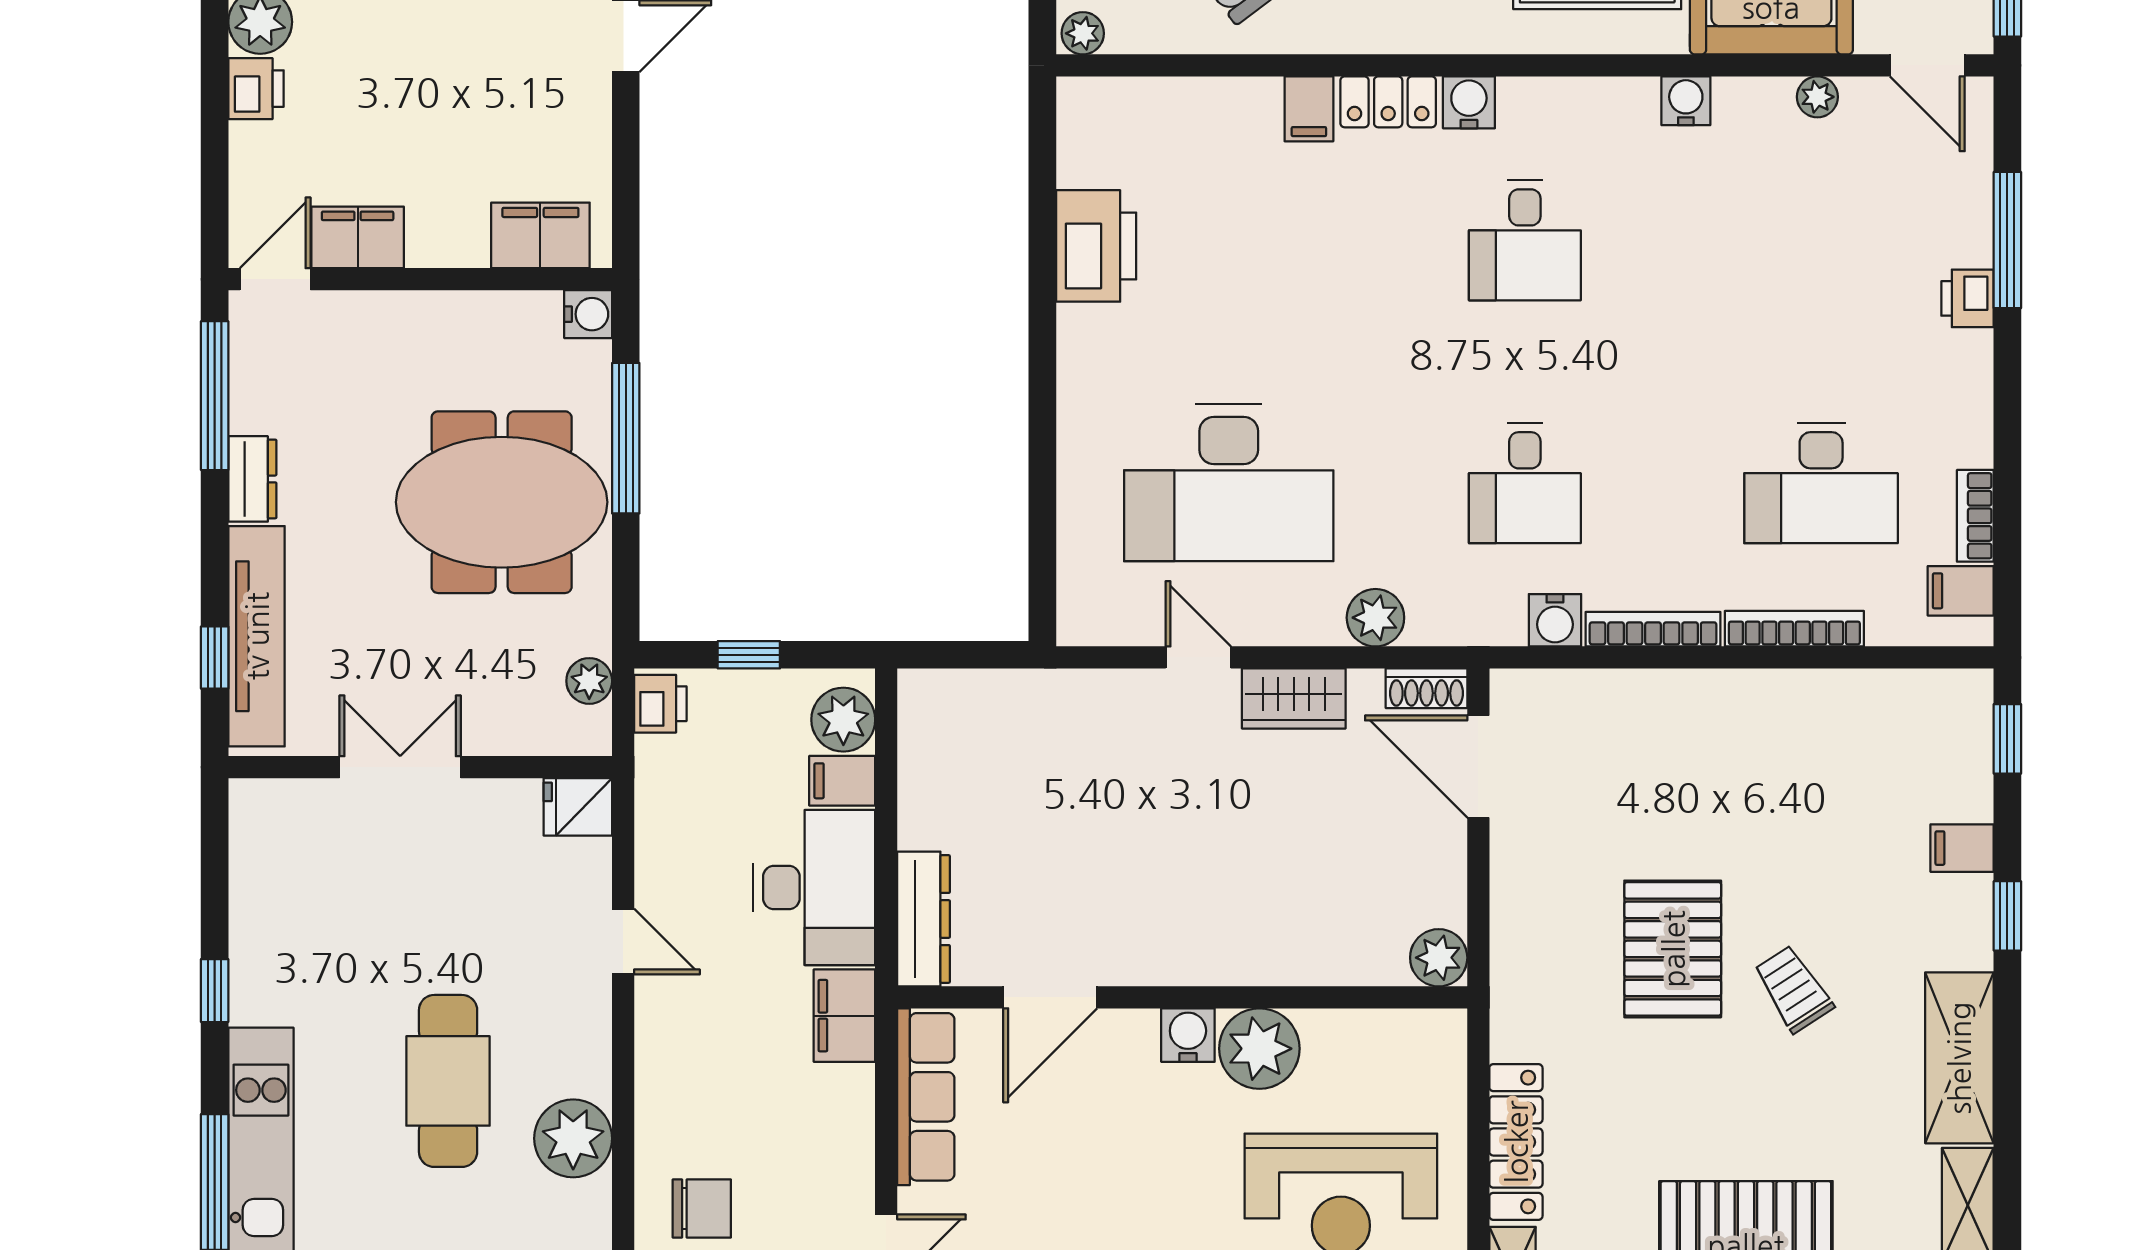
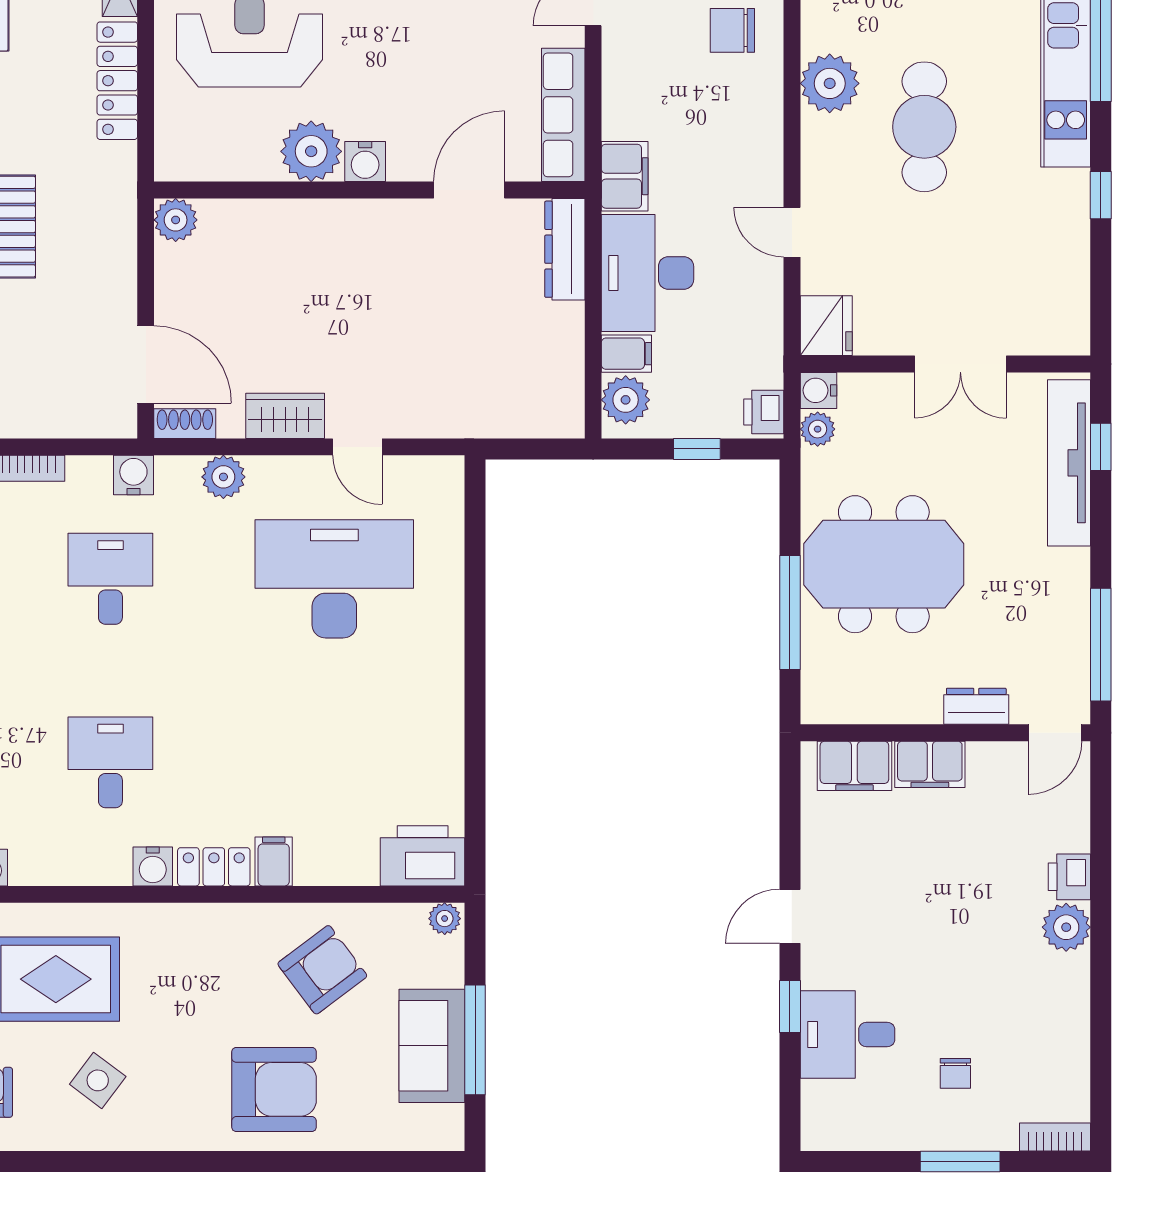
filing cabinet: (358, 237) -> (930, 764), moved
printer: (1096, 246) -> (423, 856), moved, turned 90
water cooler: (588, 314) -> (818, 390), moved
dresser: (252, 479) -> (976, 706), moved, turned 90
water cooler: (1555, 620) -> (133, 475), moved
fridge: (578, 807) -> (826, 326), width x1.38

